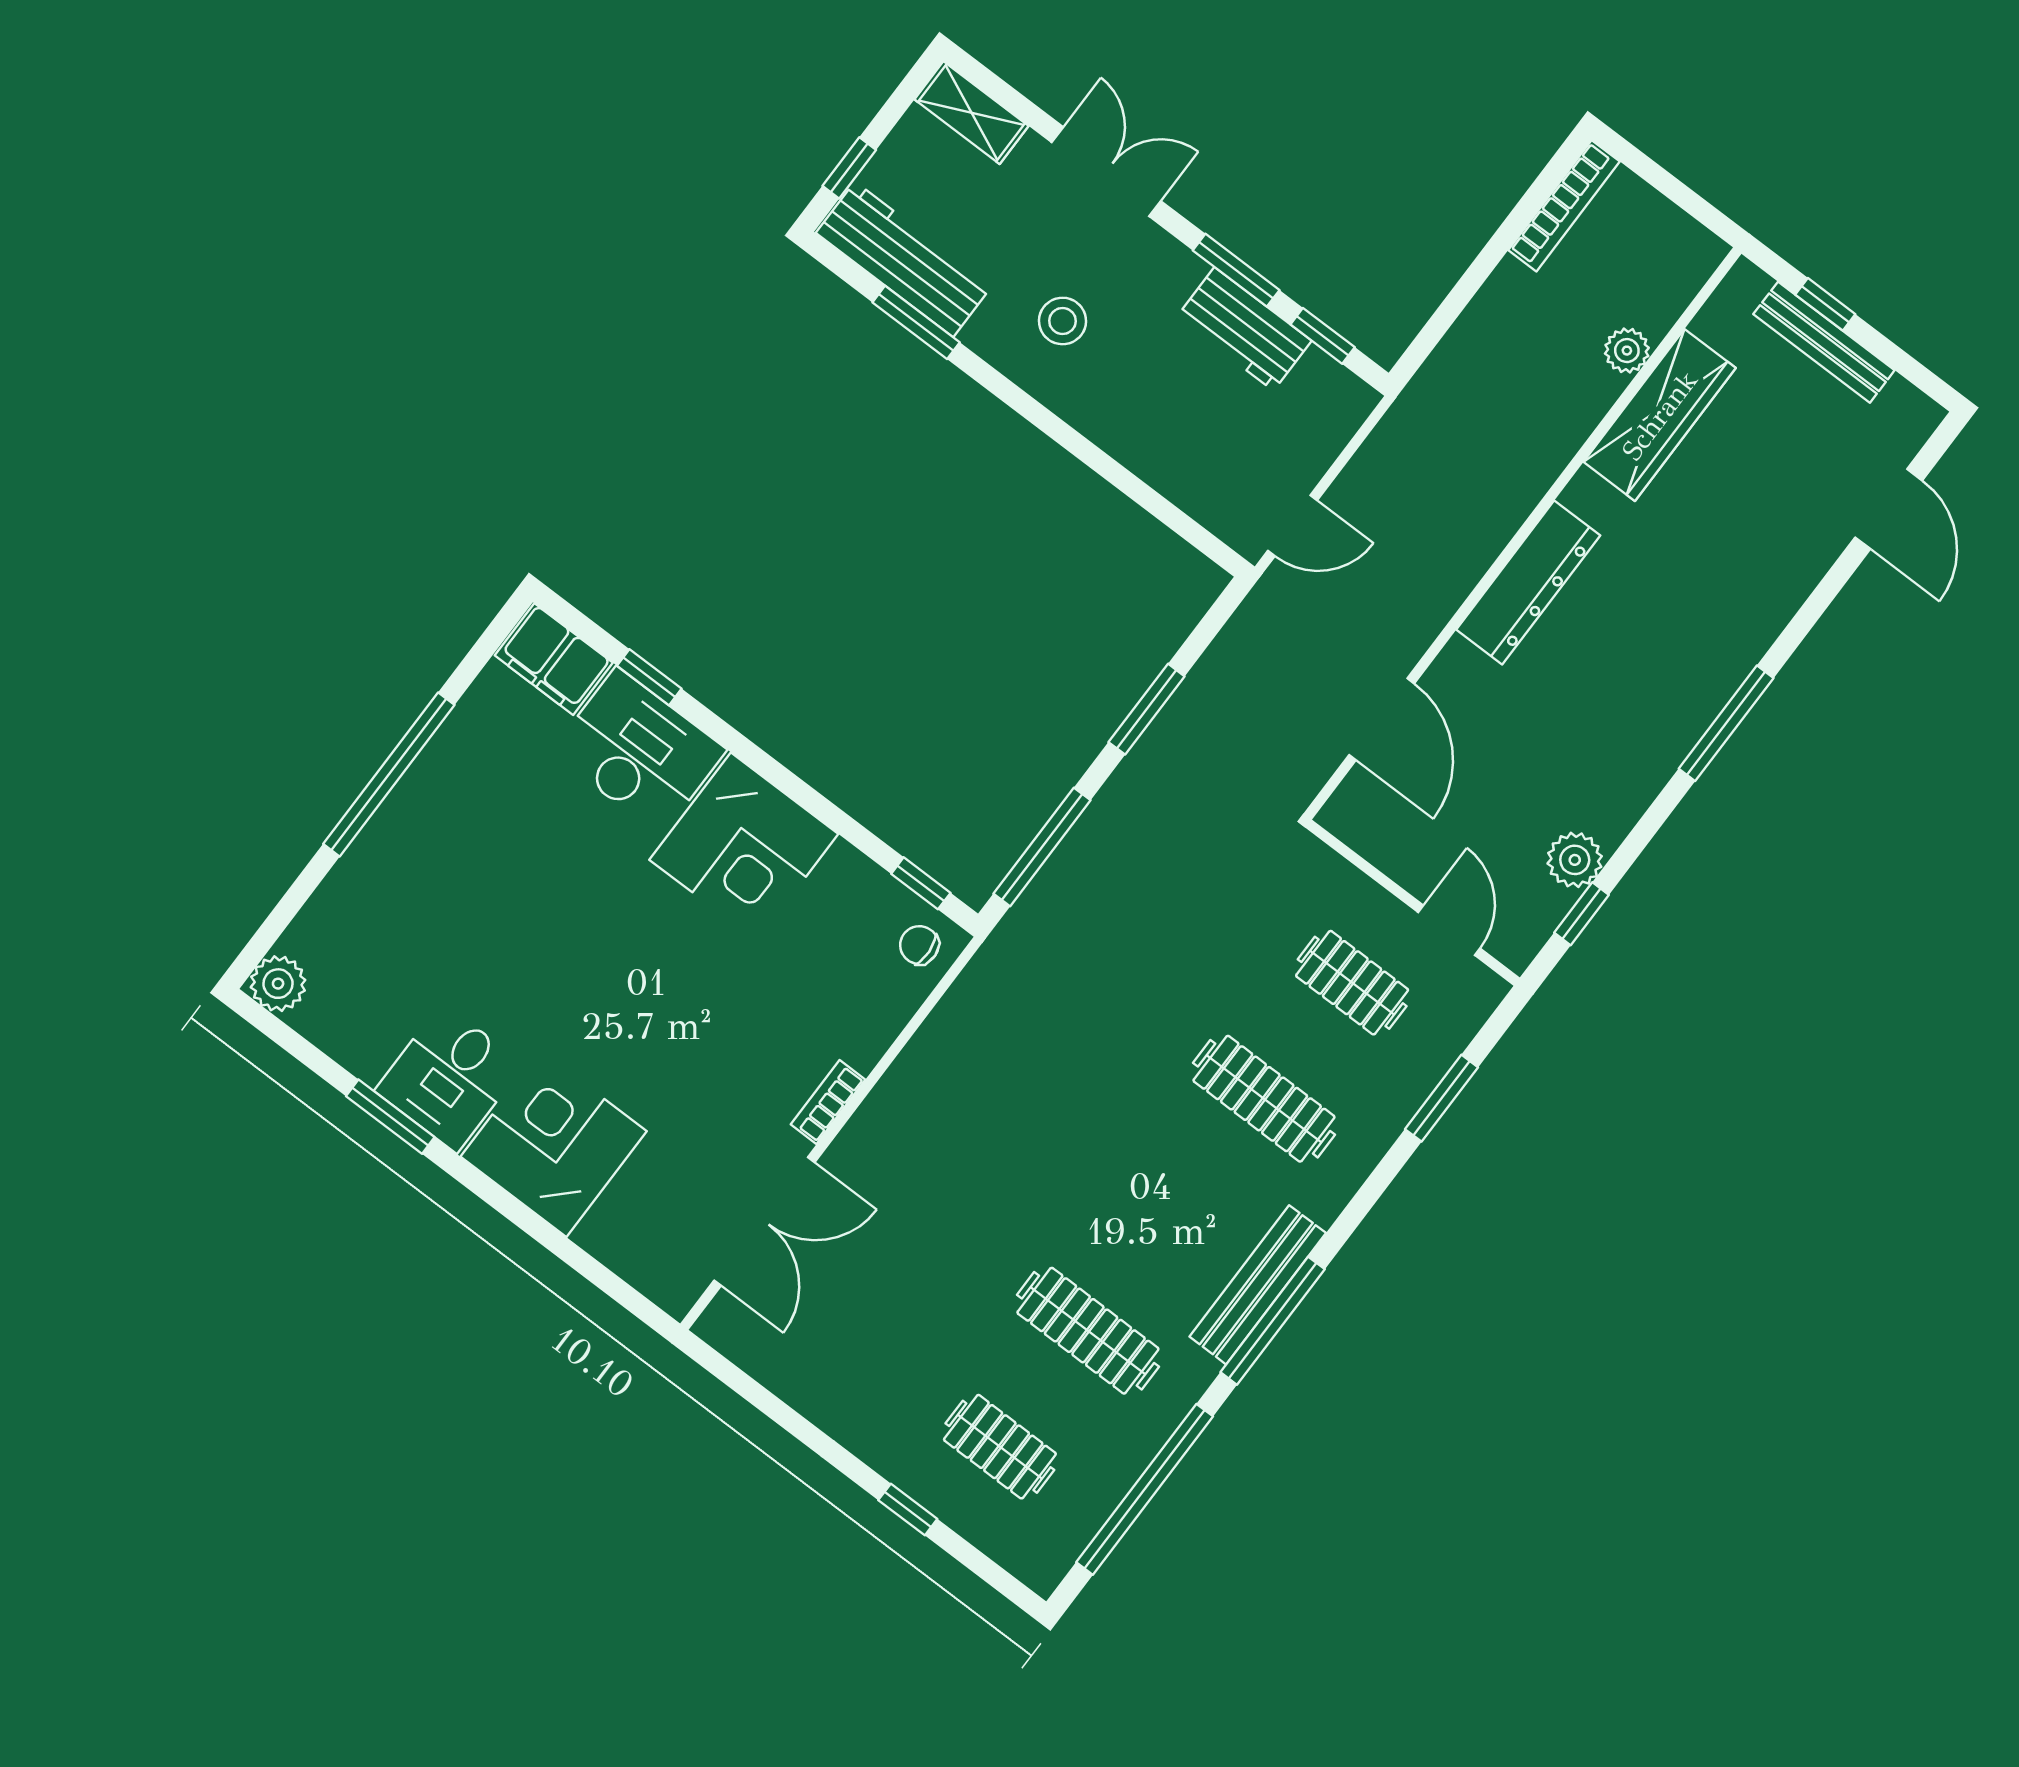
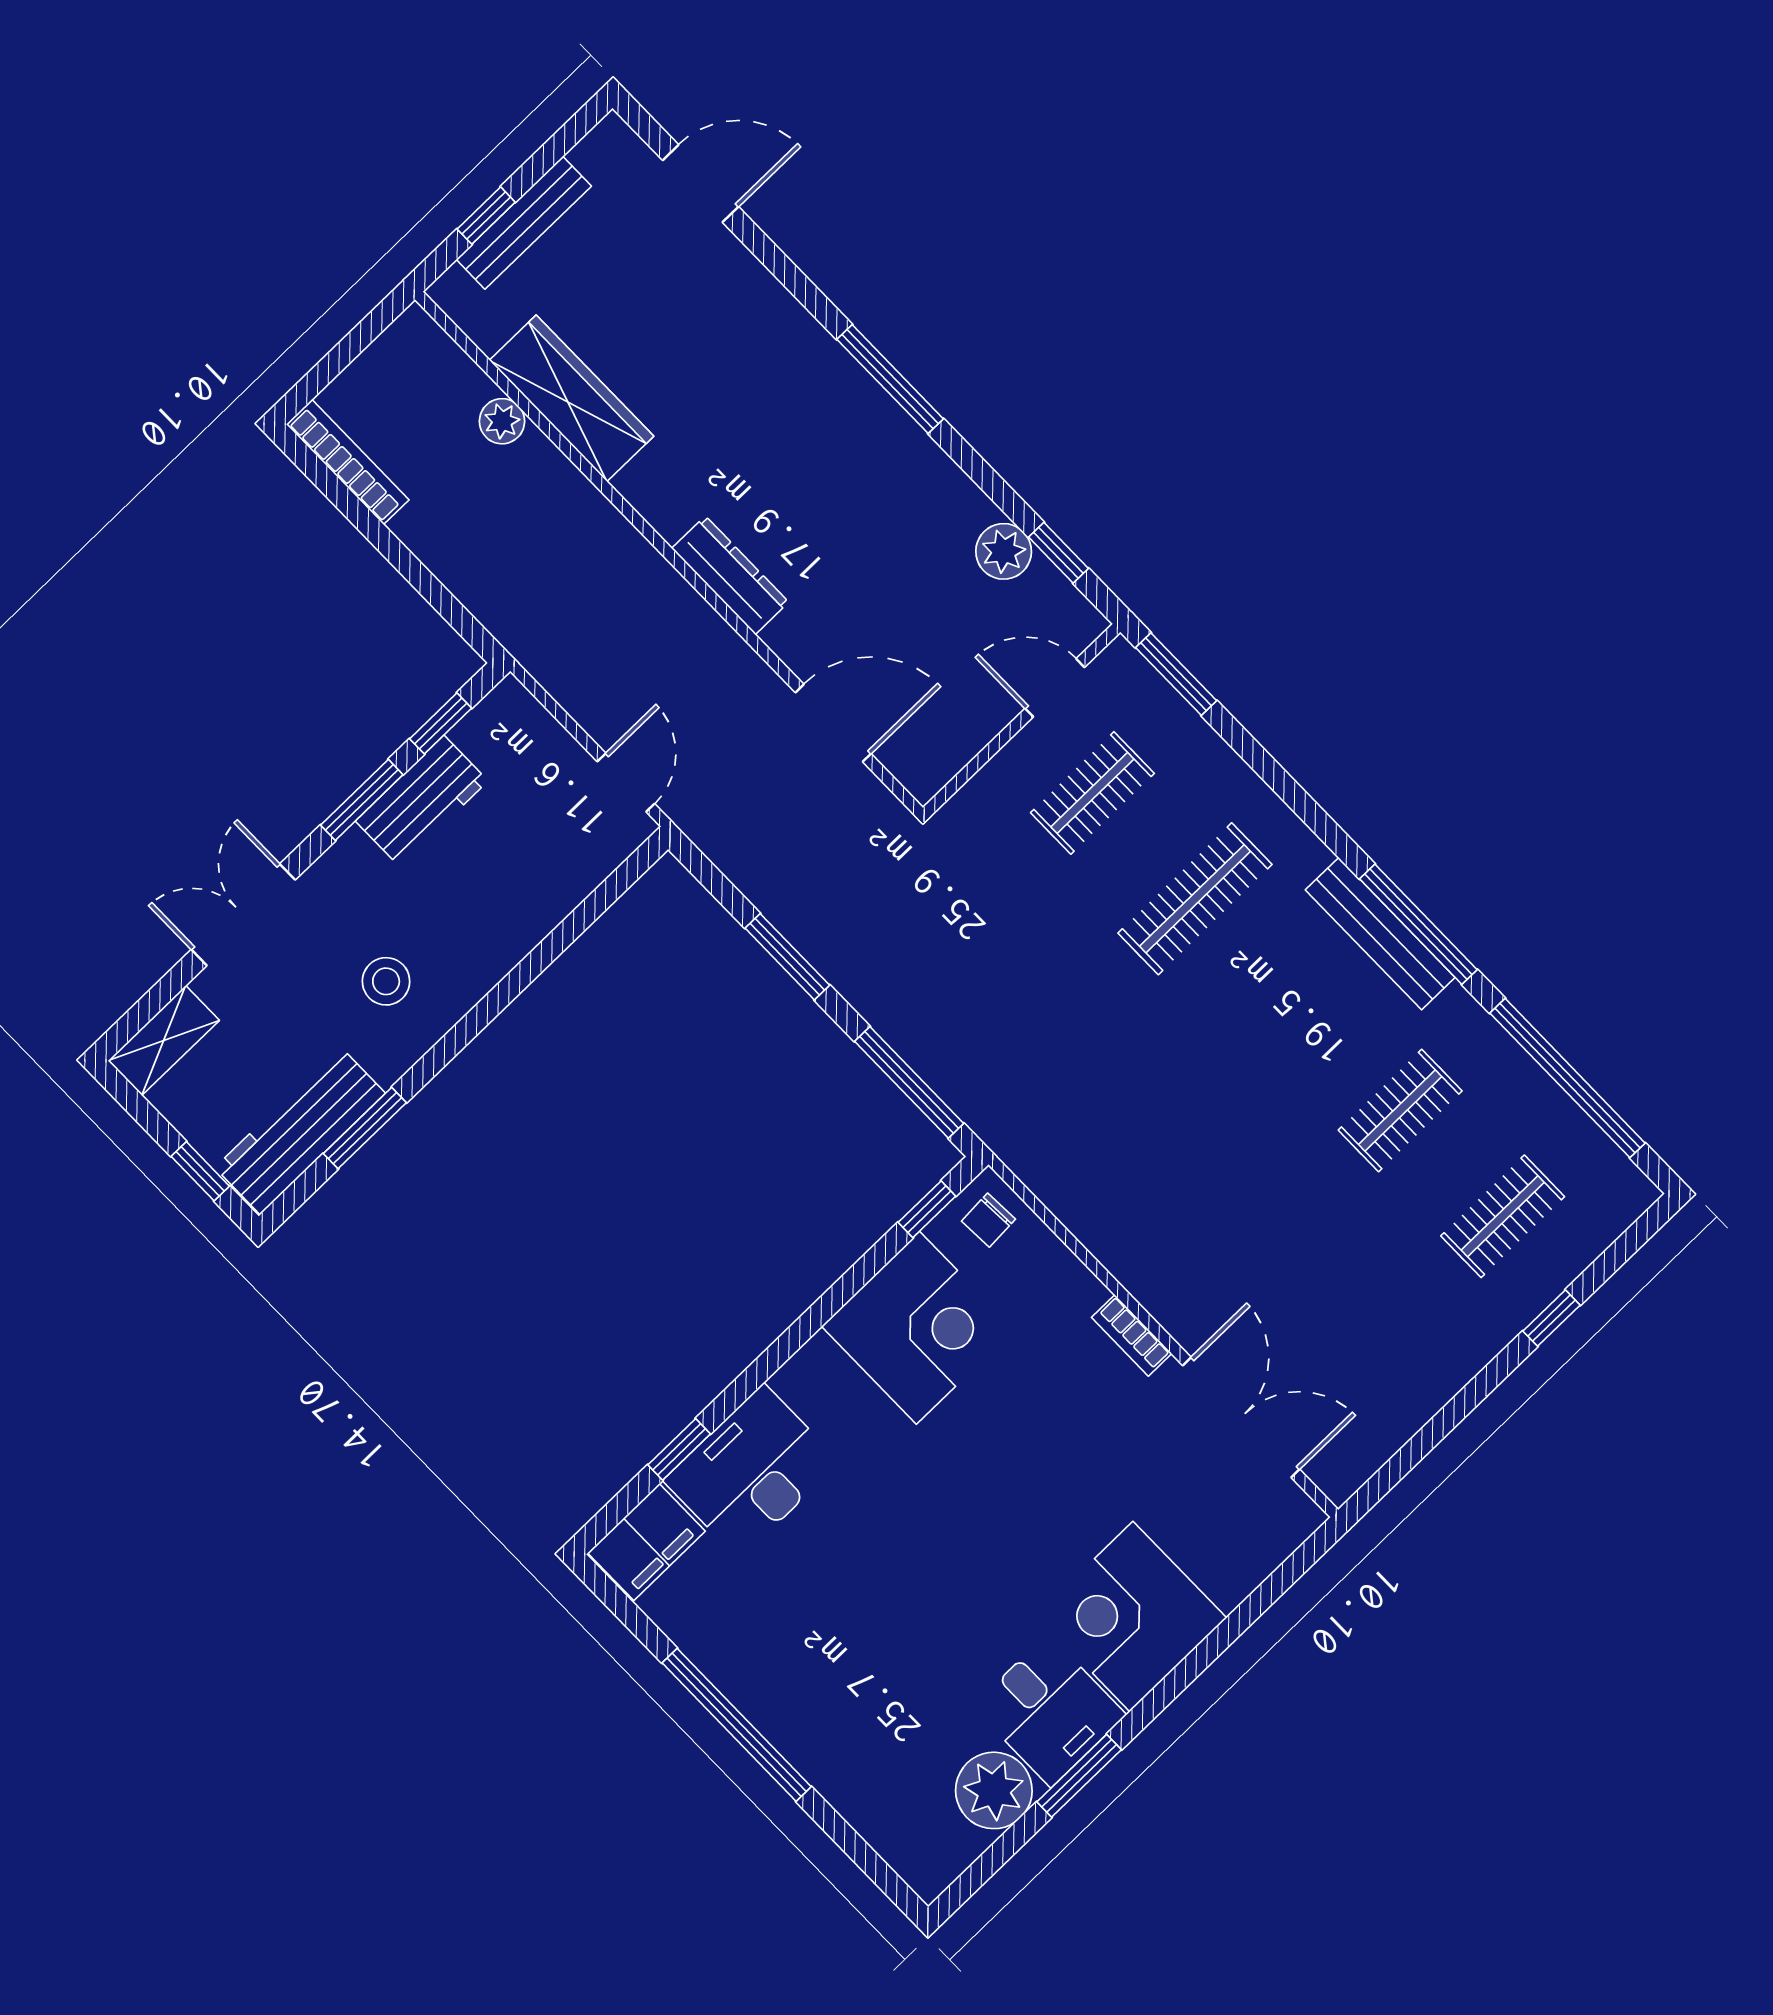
dresser: (1528, 583) -> (730, 575), width x0.73, depth x0.80
corner desk: (744, 847) -> (918, 1328), moved
plant: (278, 984) -> (994, 1790), moved, width x1.36, depth x1.36
window: (1441, 1098) -> (1176, 674), moved
clothes rail: (1088, 1331) -> (1400, 1110), width x0.73

